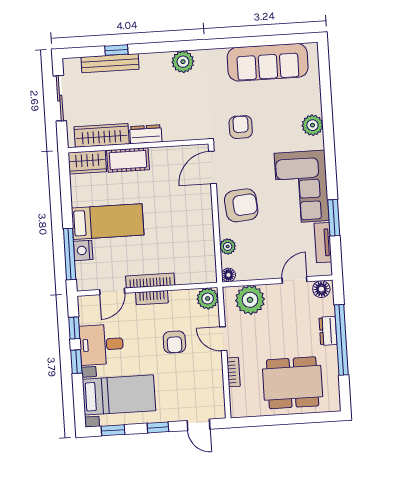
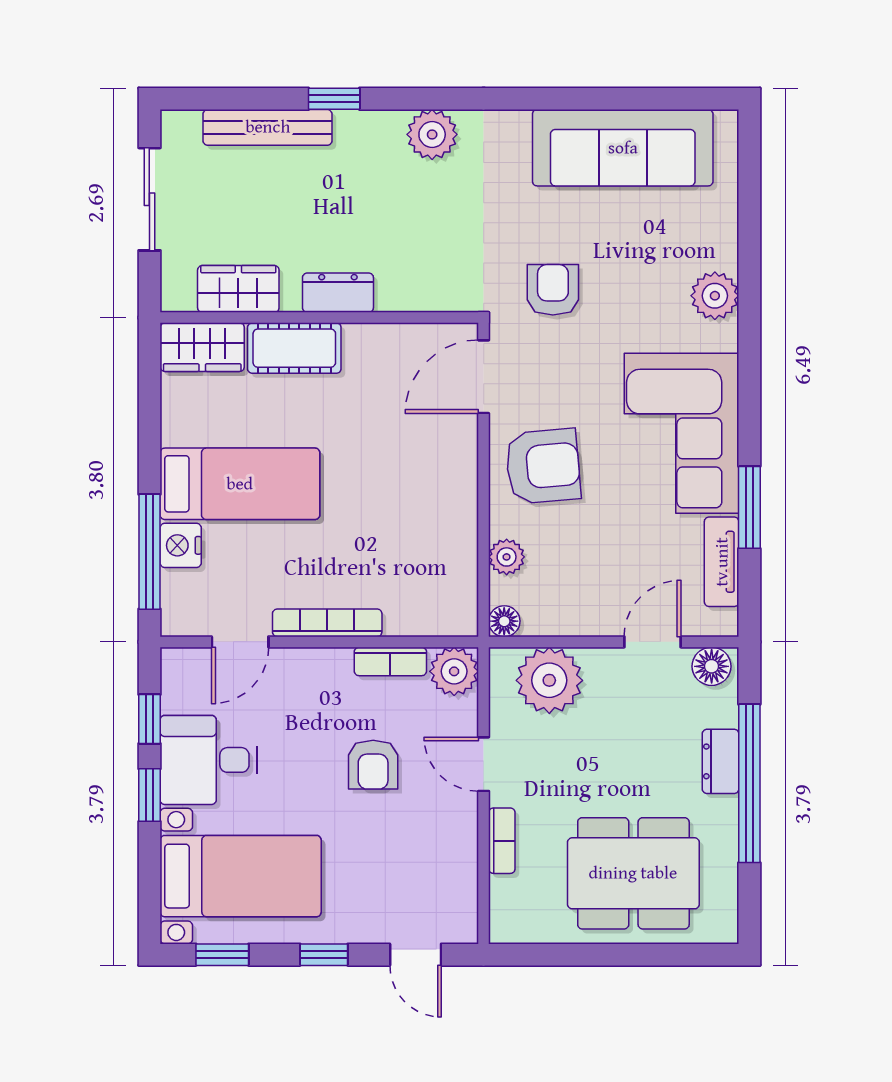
window: (116, 50) -> (334, 99), moved
wardrobe: (102, 135) -> (238, 289), width x0.67
bookcase: (152, 298) -> (390, 661), moved

